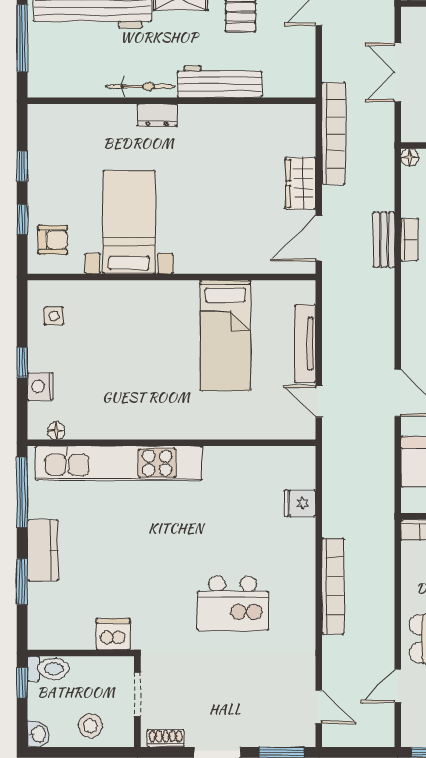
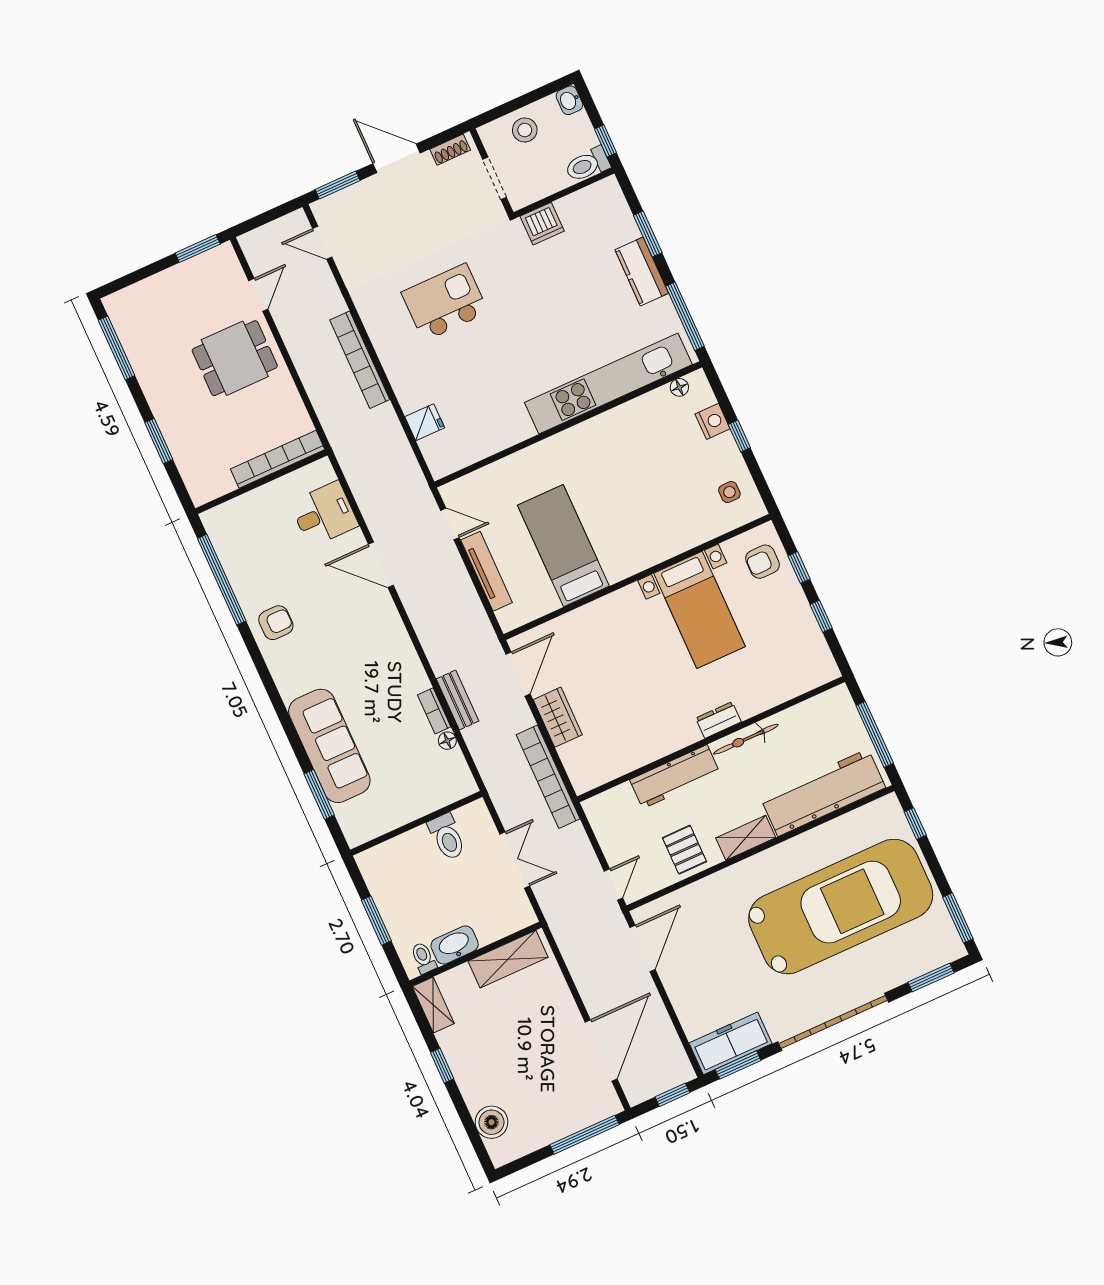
floor lamp: (410, 157) -> (447, 741), moved

